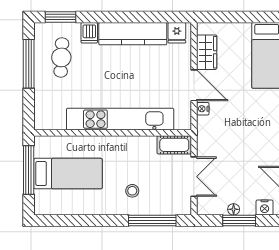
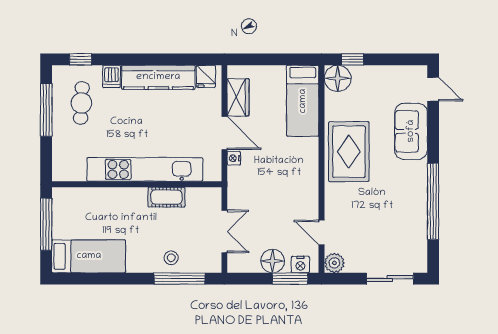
window: (61, 17) -> (81, 59), width x0.67
cot: (174, 145) -> (166, 197), moved
bed: (68, 174) -> (89, 256), moved
stool: (132, 191) -> (171, 258), moved
floor lamp: (234, 209) -> (273, 261), width x1.89, depth x1.89
window: (239, 220) -> (290, 279), moved

